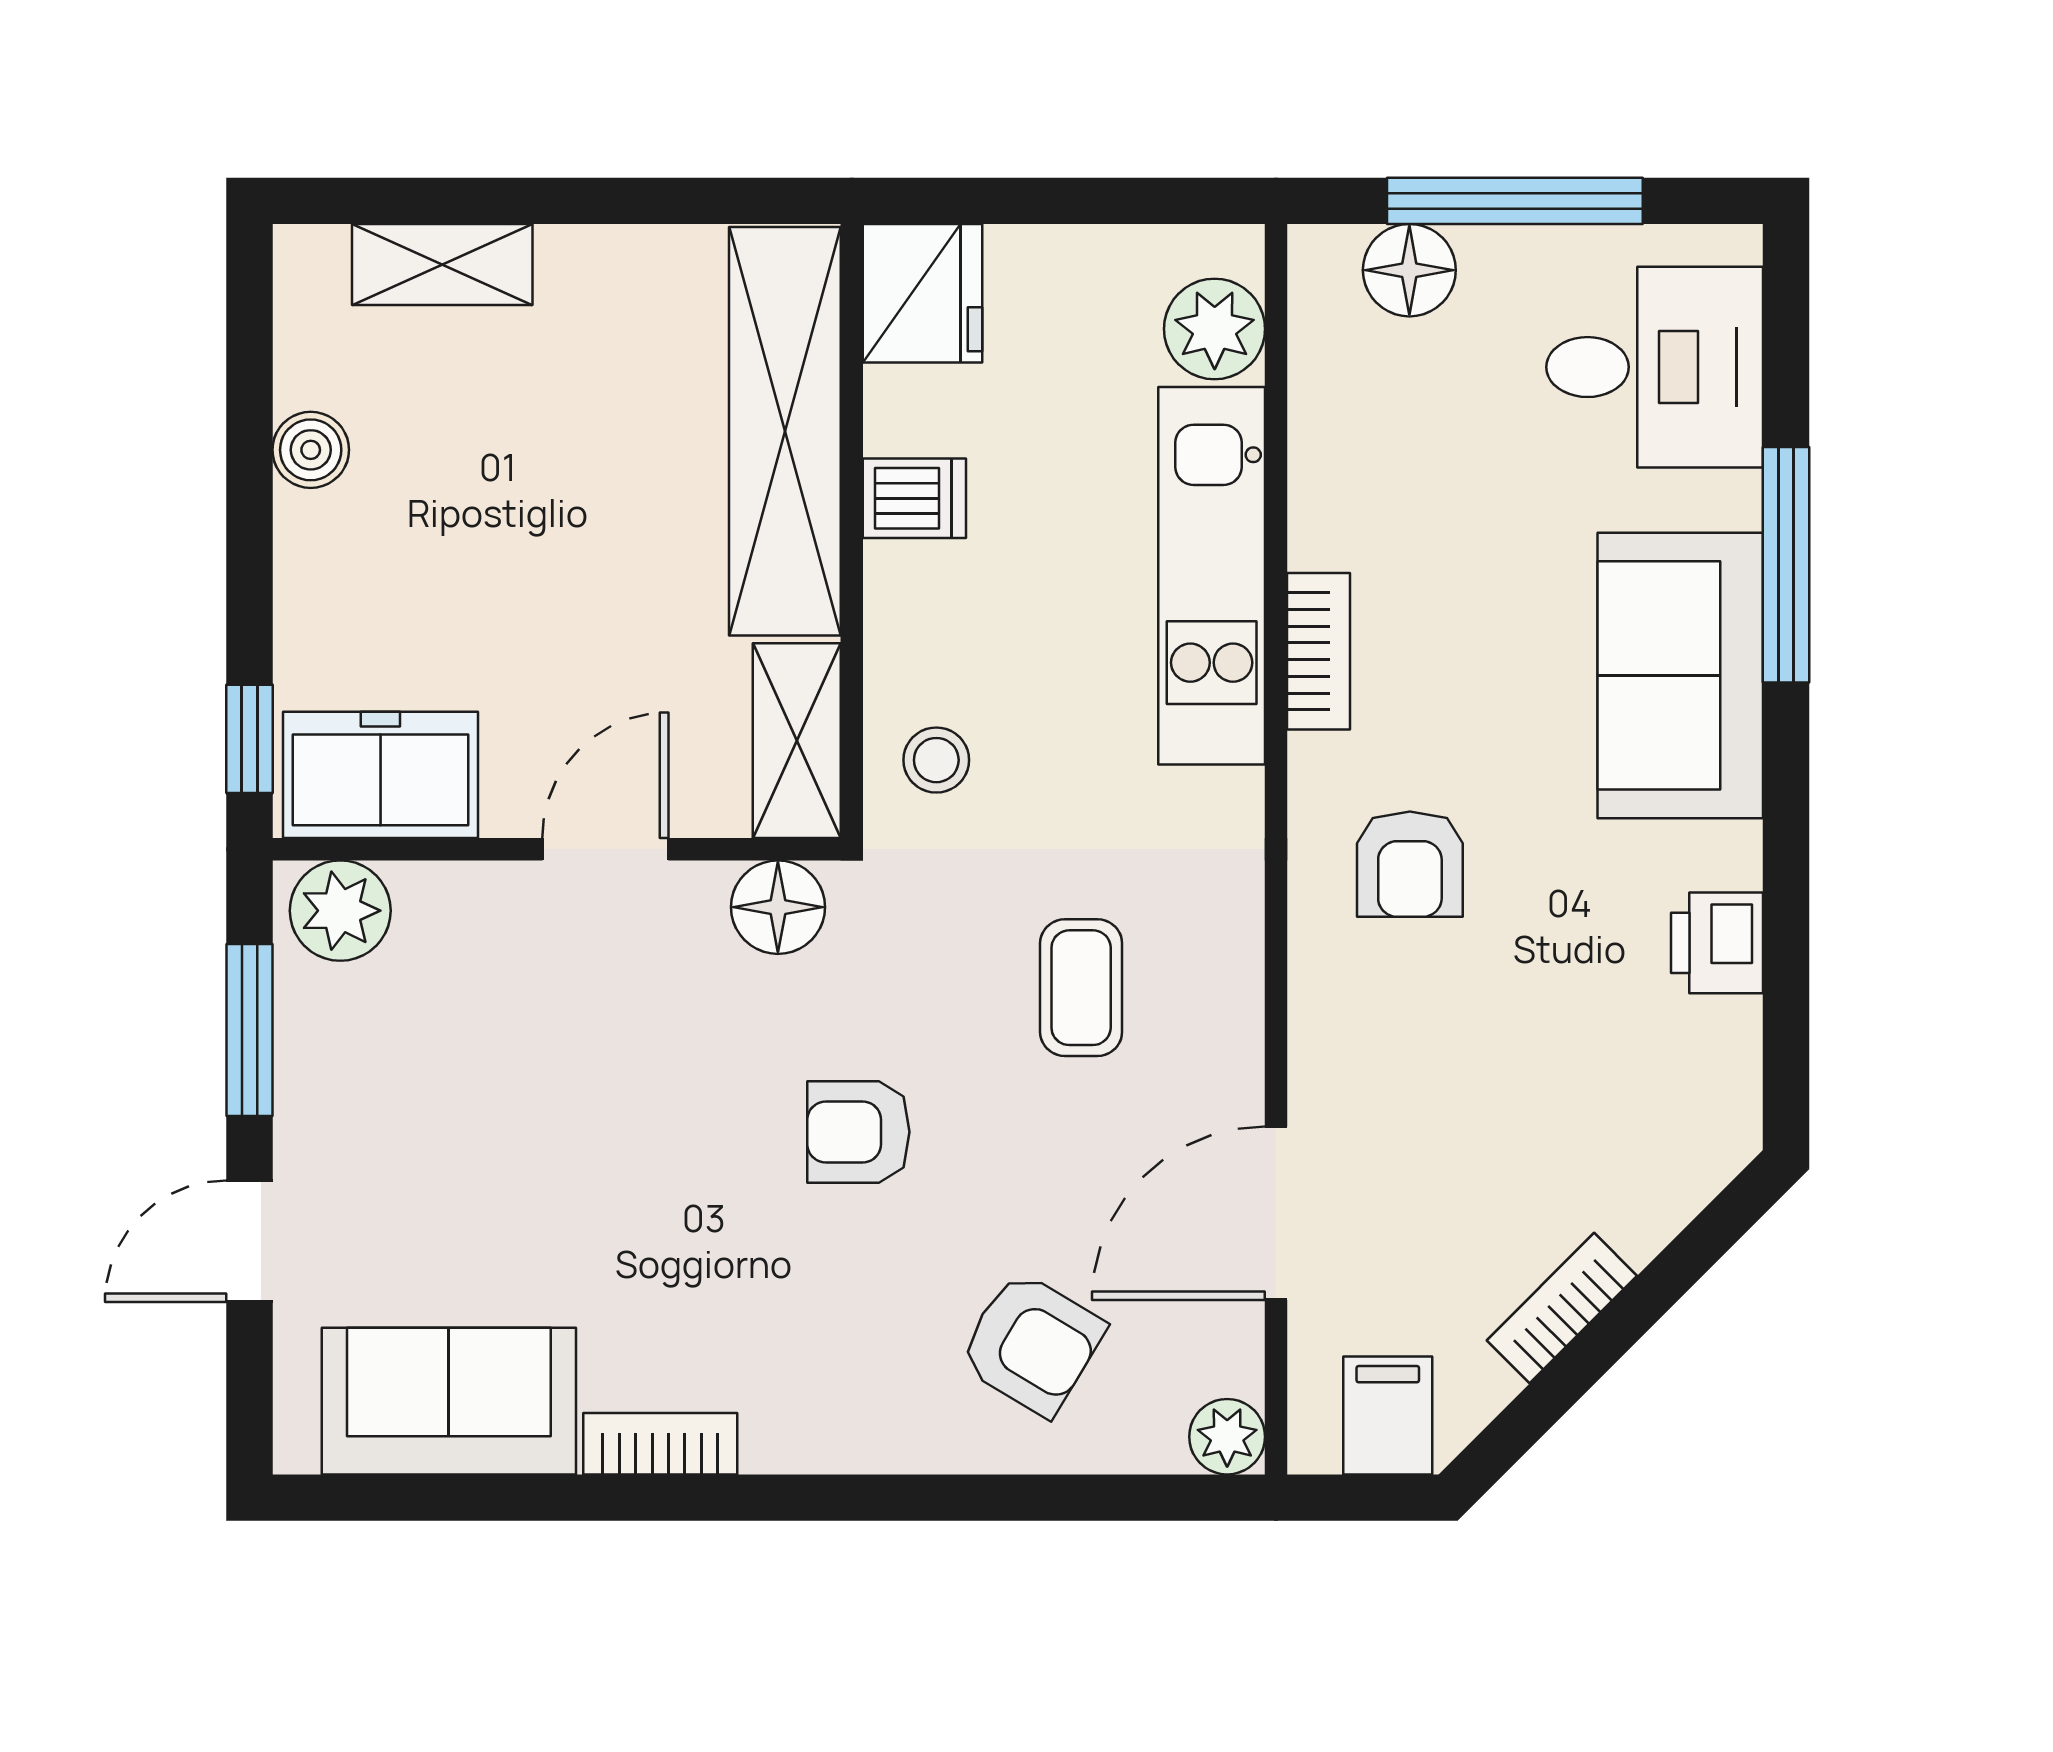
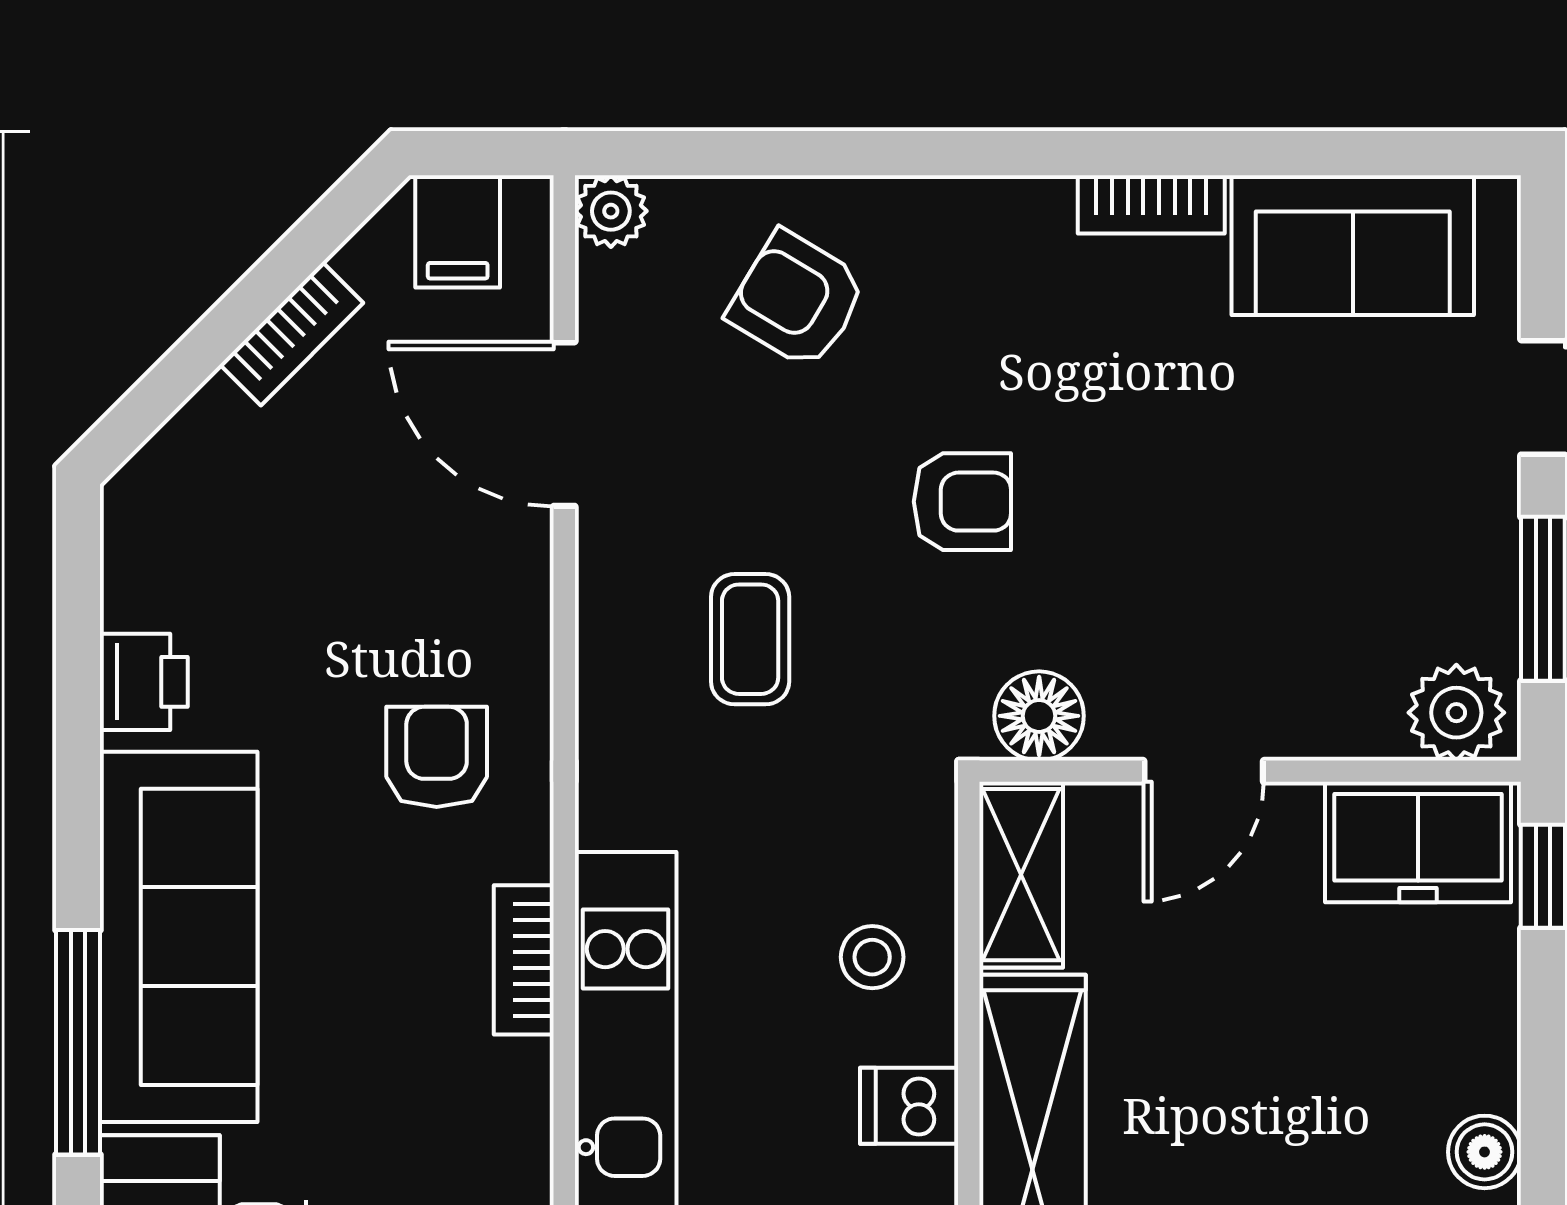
sofa: (1680, 675) -> (179, 937), width x1.36
stool: (936, 760) -> (872, 957), moved
door: (1276, 1213) -> (564, 424), swing flipped

